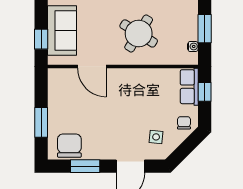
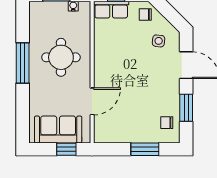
round table: (139, 33) -> (61, 57), turned -32
chair: (69, 146) -> (167, 123), width x0.54, depth x0.54

